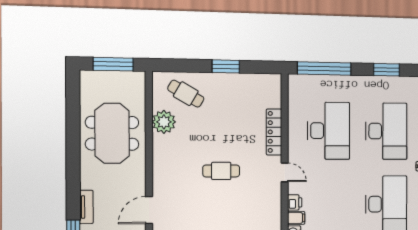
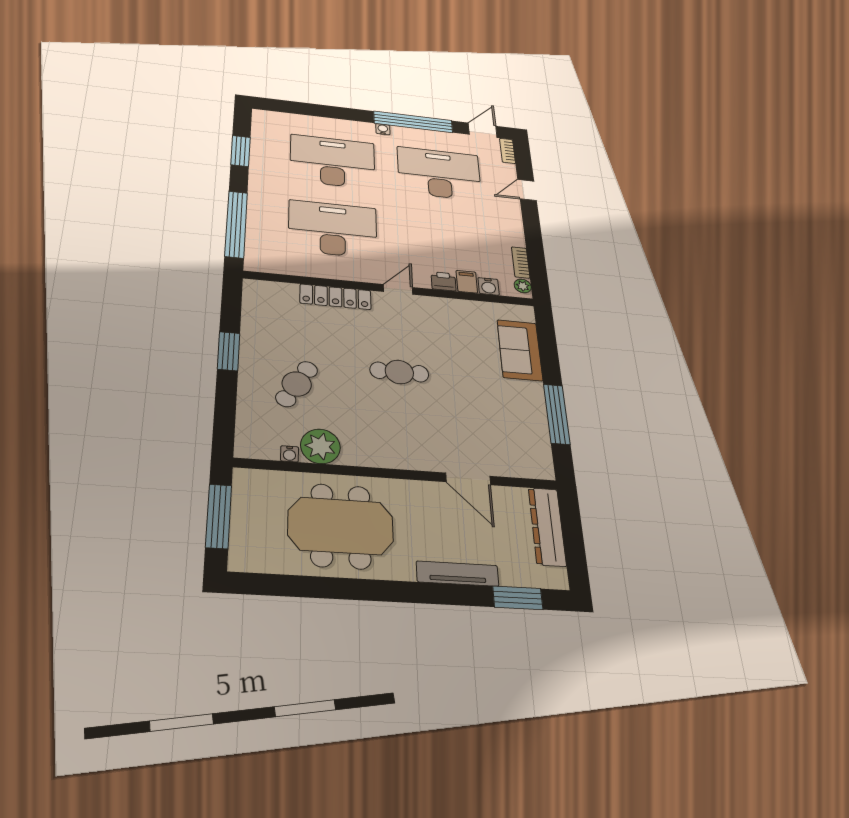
cafe table: (186, 94) -> (297, 384), moved
water cooler: (157, 104) -> (290, 454), added
cafe table: (221, 171) -> (399, 372), turned 90
tv unit: (86, 207) -> (458, 574), width x1.41

